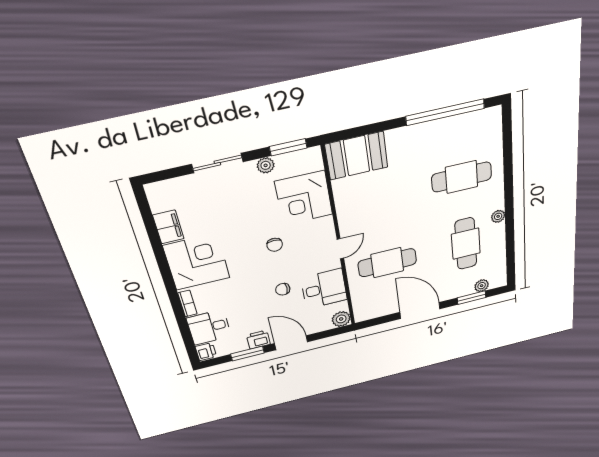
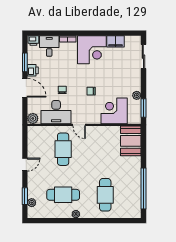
sliding door: (217, 163) -> (143, 57), moved
desk: (324, 289) -> (56, 112), width x1.37
door: (420, 311) -> (25, 165), width x0.53
door: (291, 343) -> (25, 88), hinge flipped

